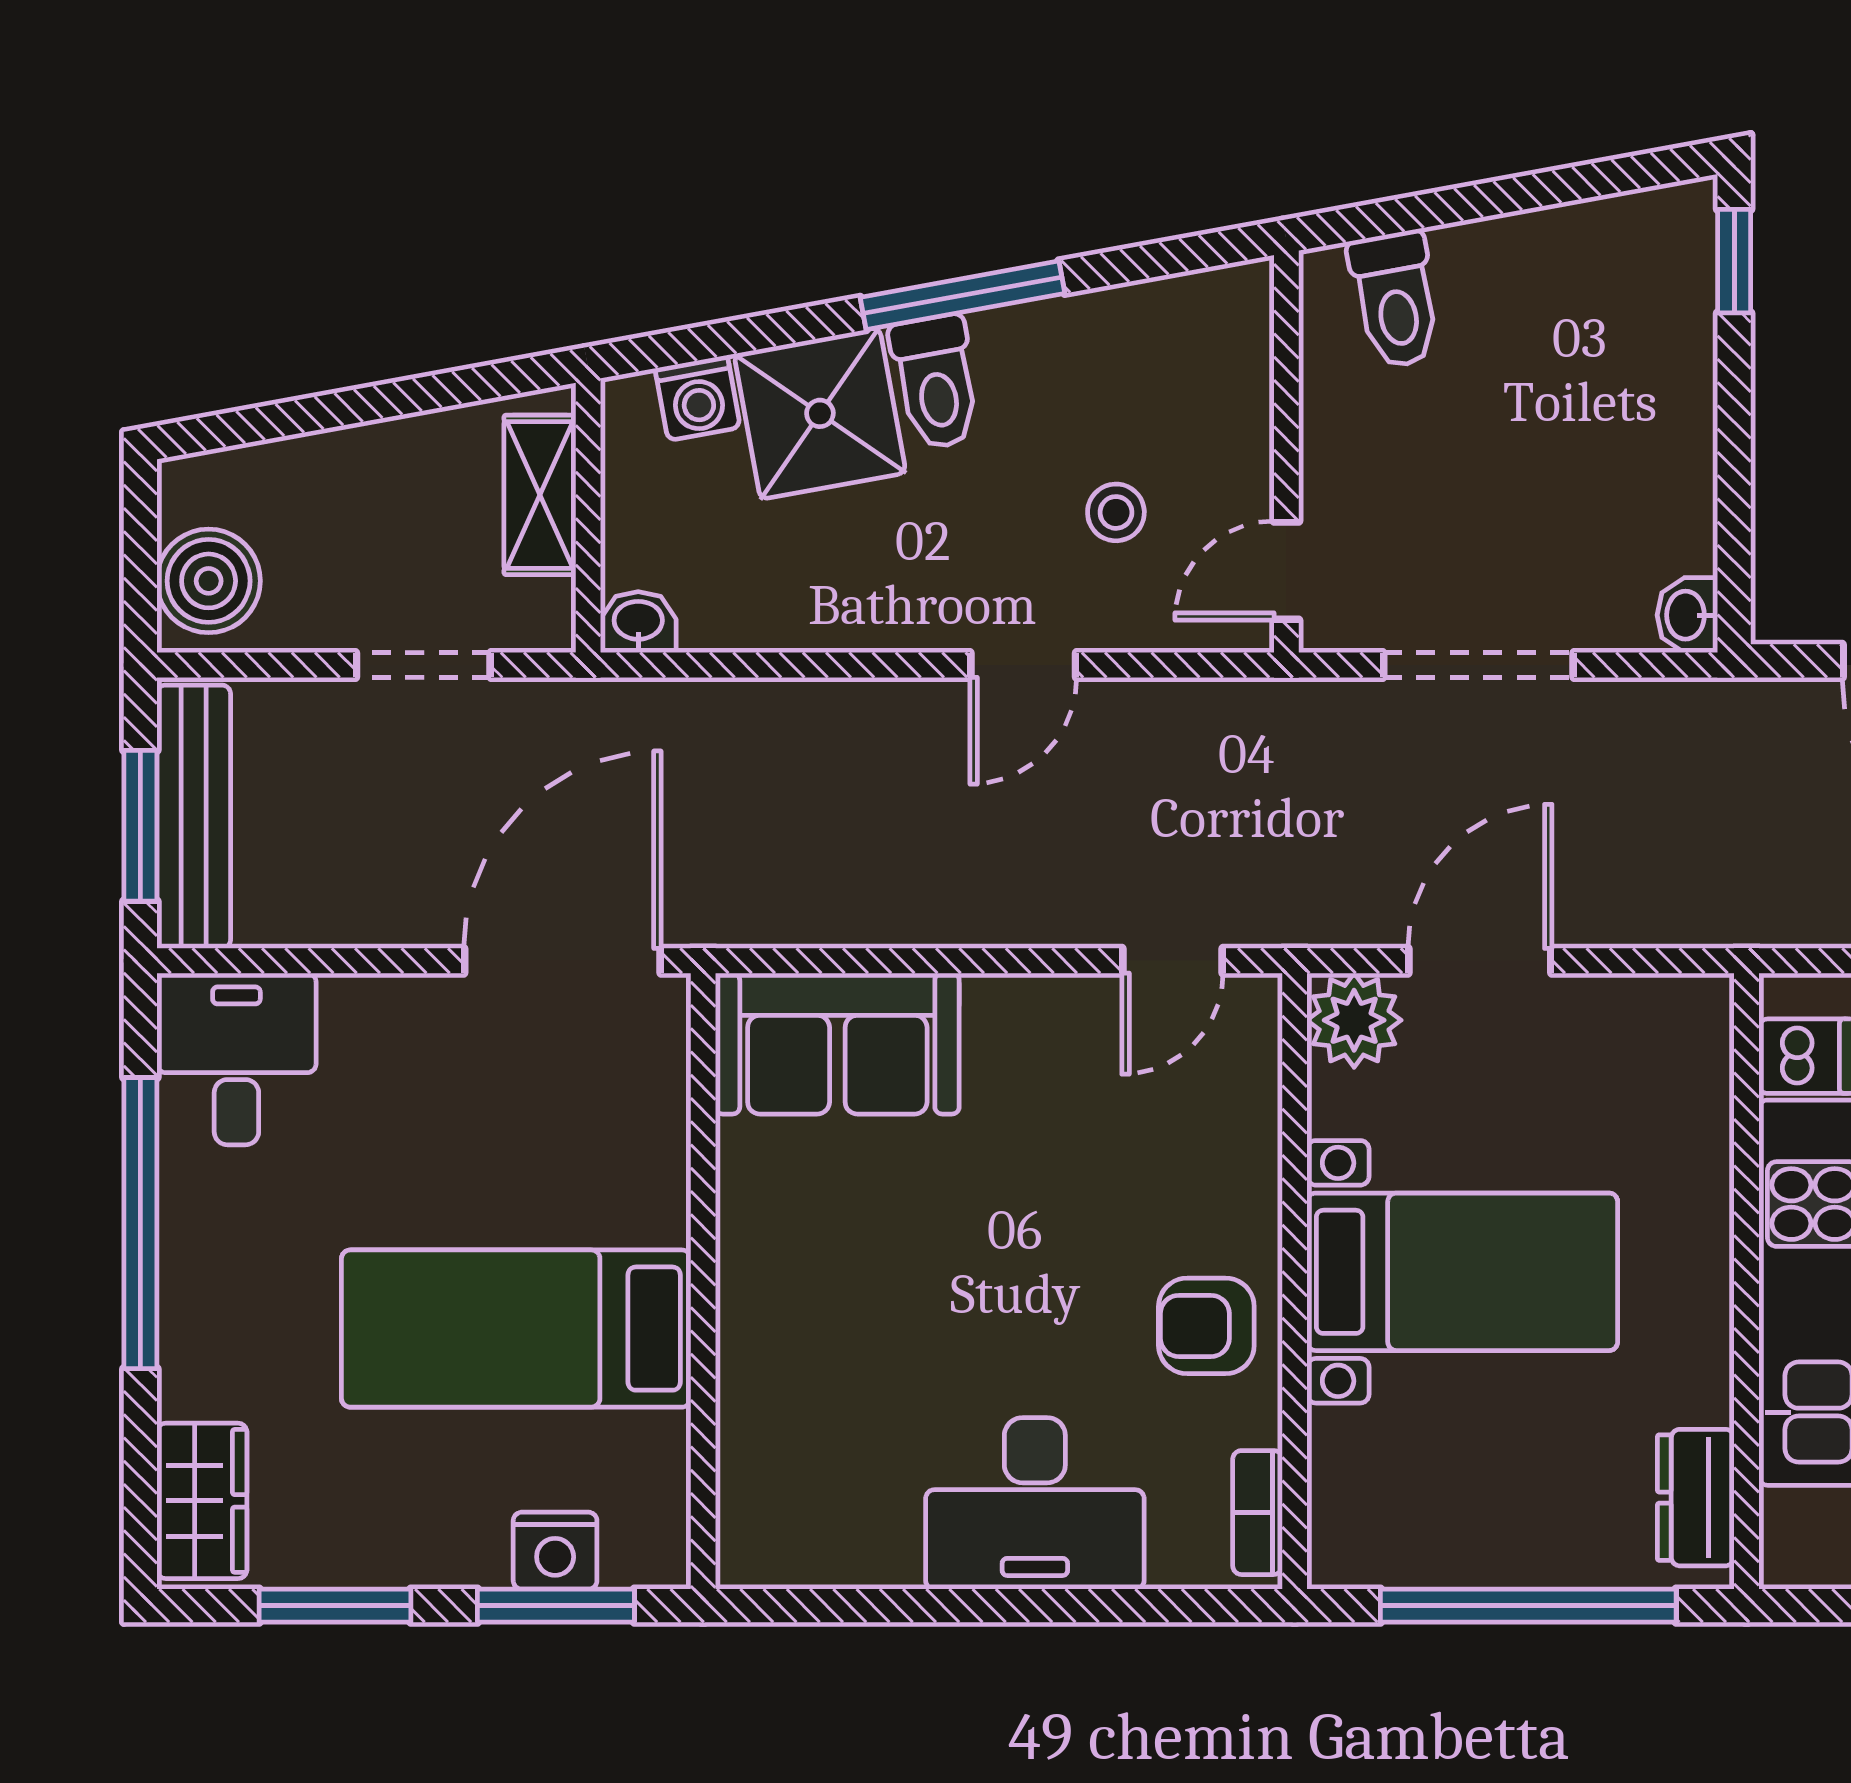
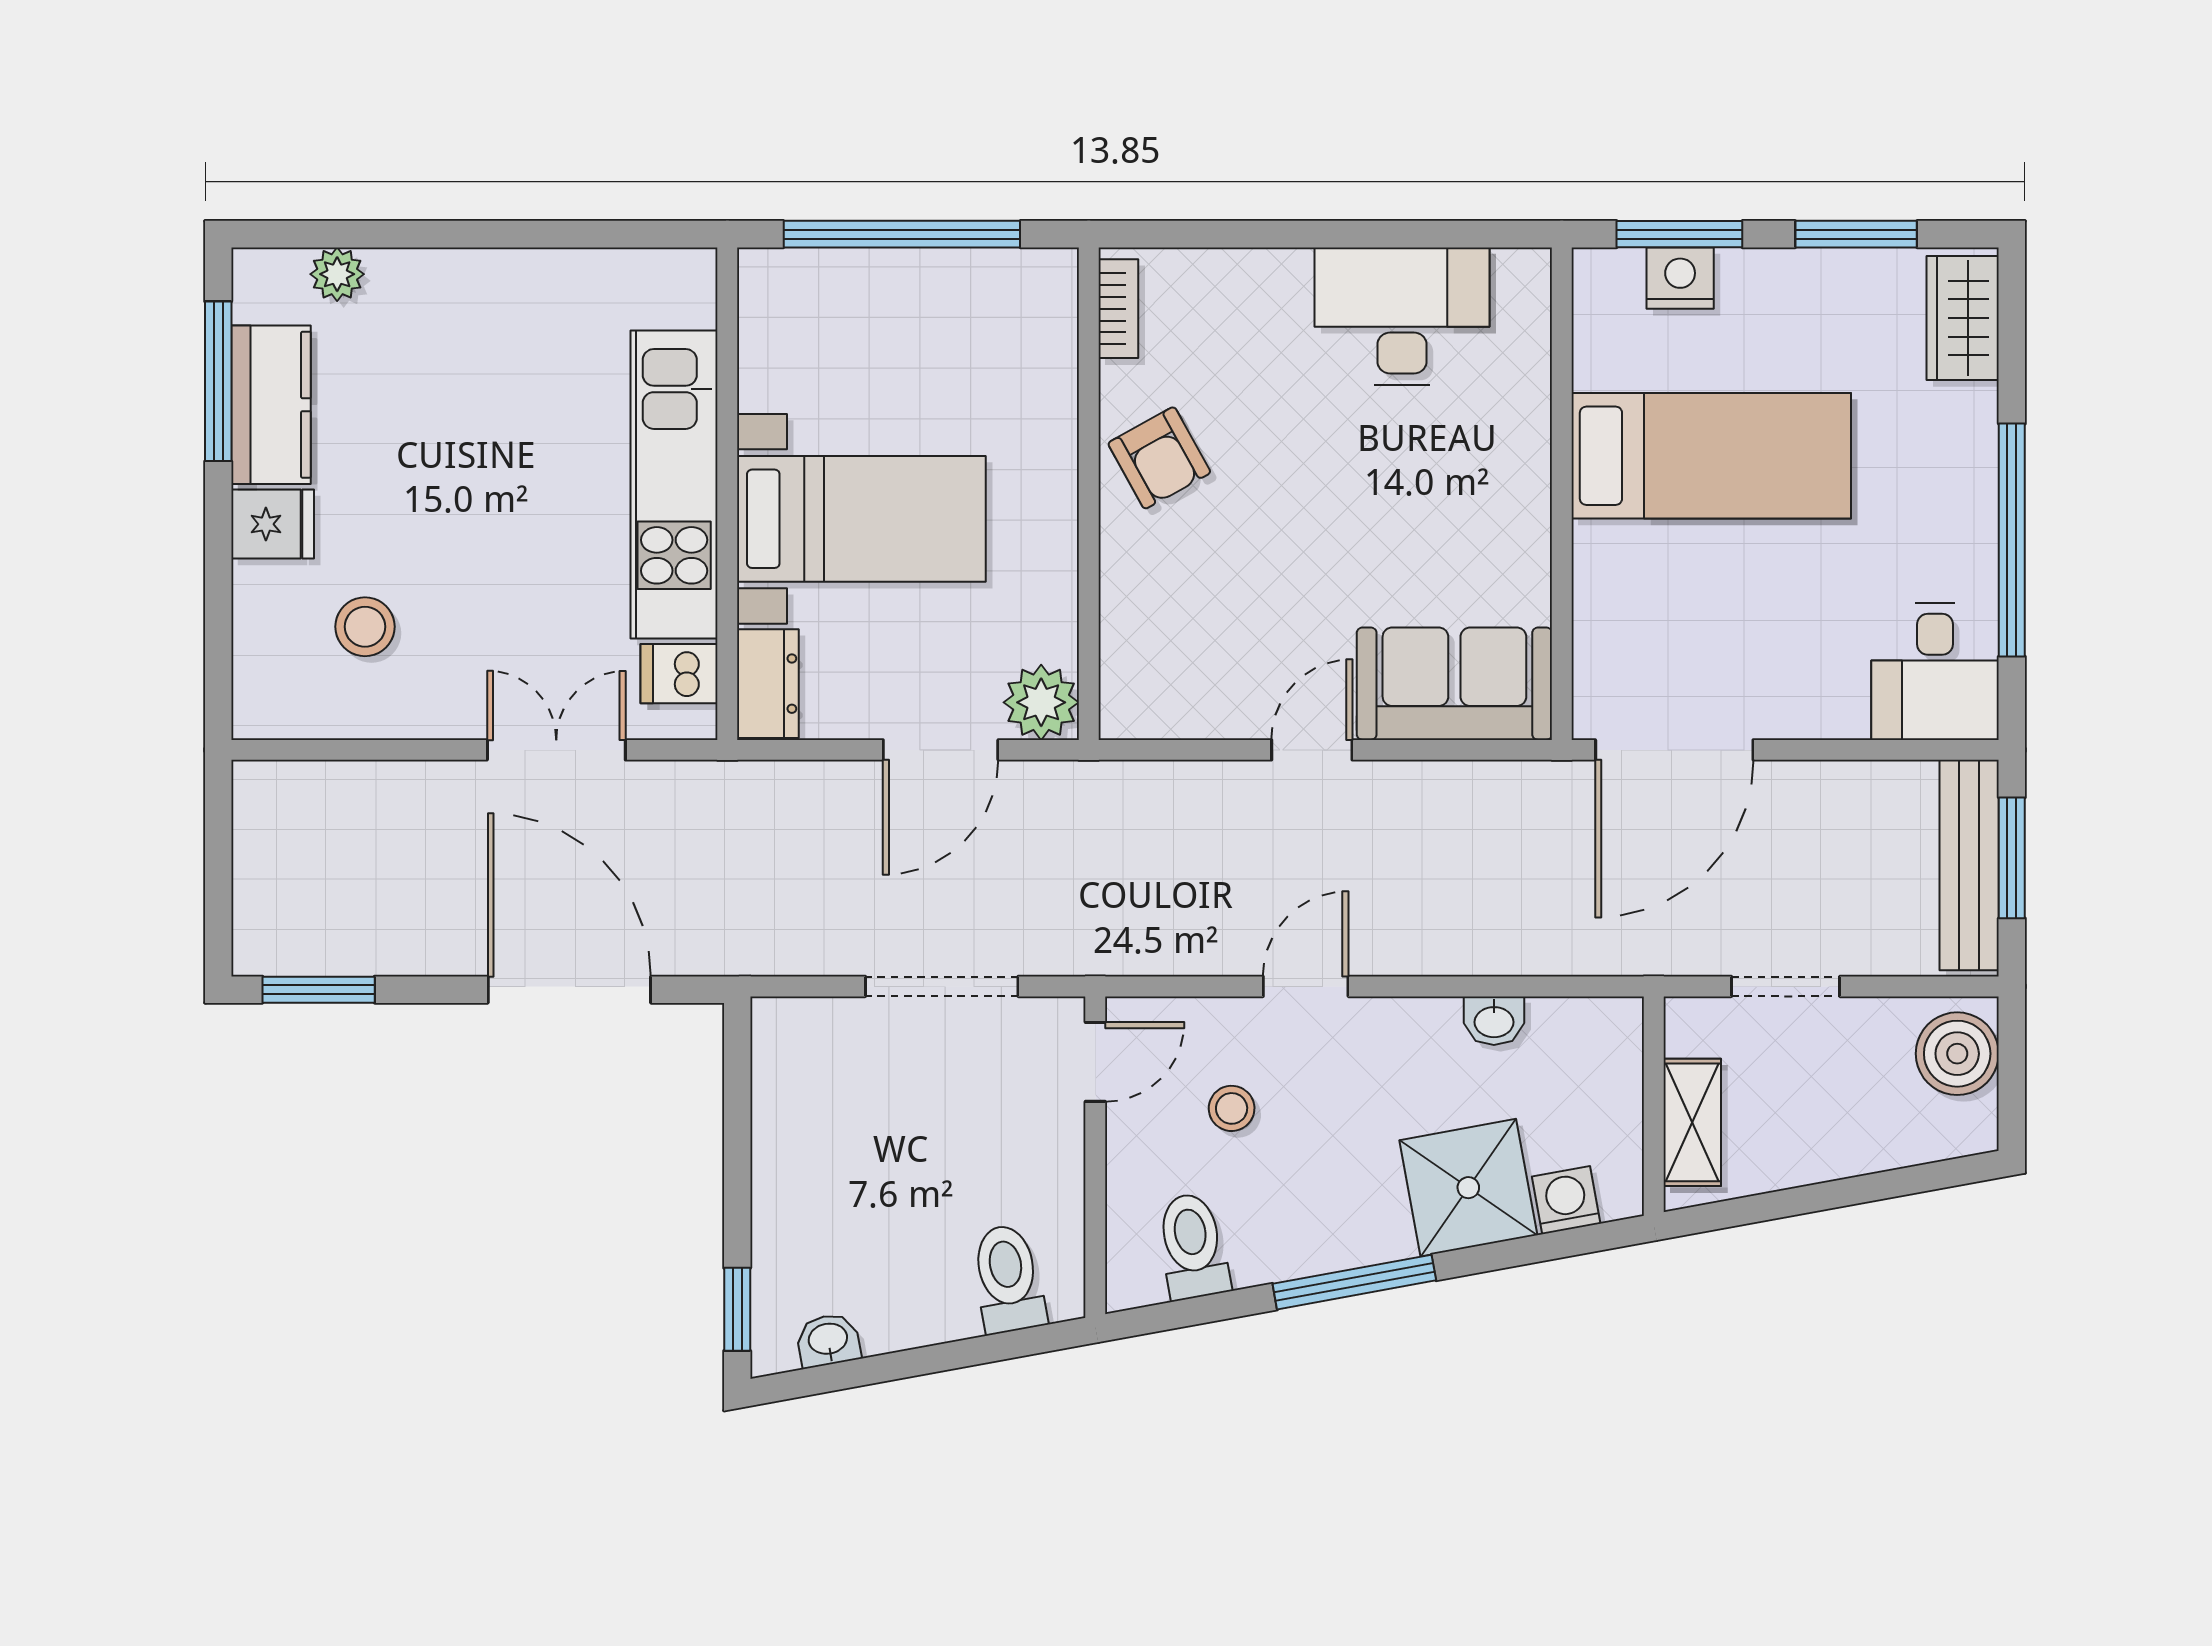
toilet: (936, 382) -> (1193, 1246), moved
washbasin: (1687, 615) -> (828, 1340), moved, turned -100
washbasin: (638, 622) -> (1494, 1021), moved
door: (1172, 961) -> (1312, 750), moved
bed with nightstands: (1462, 1272) -> (861, 519), moved, turned 180
armchair: (1206, 1326) -> (1159, 458), turned 61
dresser: (1696, 1498) -> (768, 684), moved
desk: (1035, 1503) -> (1402, 316), moved

